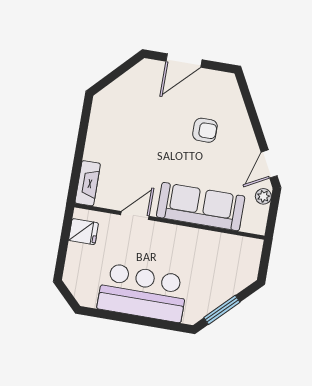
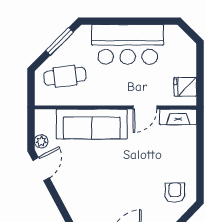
armchair: (205, 130) -> (175, 192), moved, turned 90
fireplace: (88, 183) -> (178, 117), moved, turned -90
cafe table: (222, 268) -> (65, 76), added

